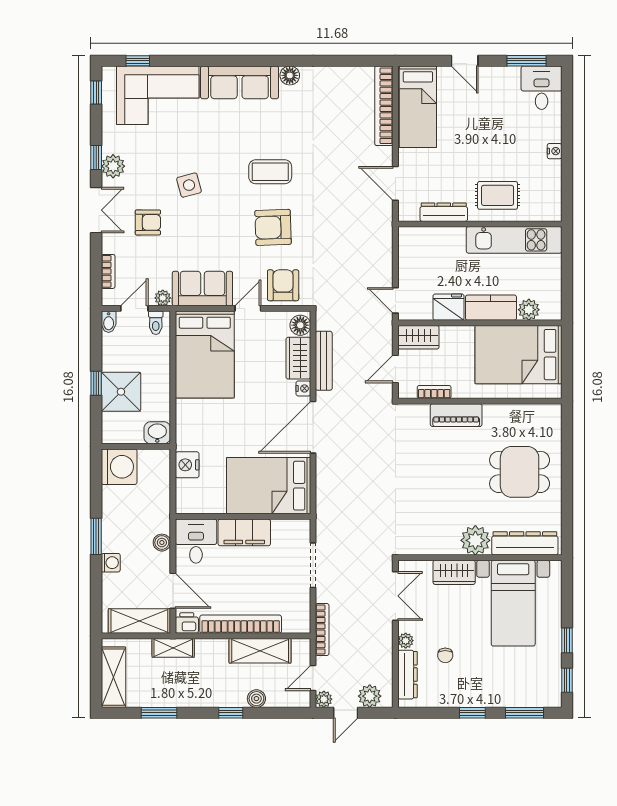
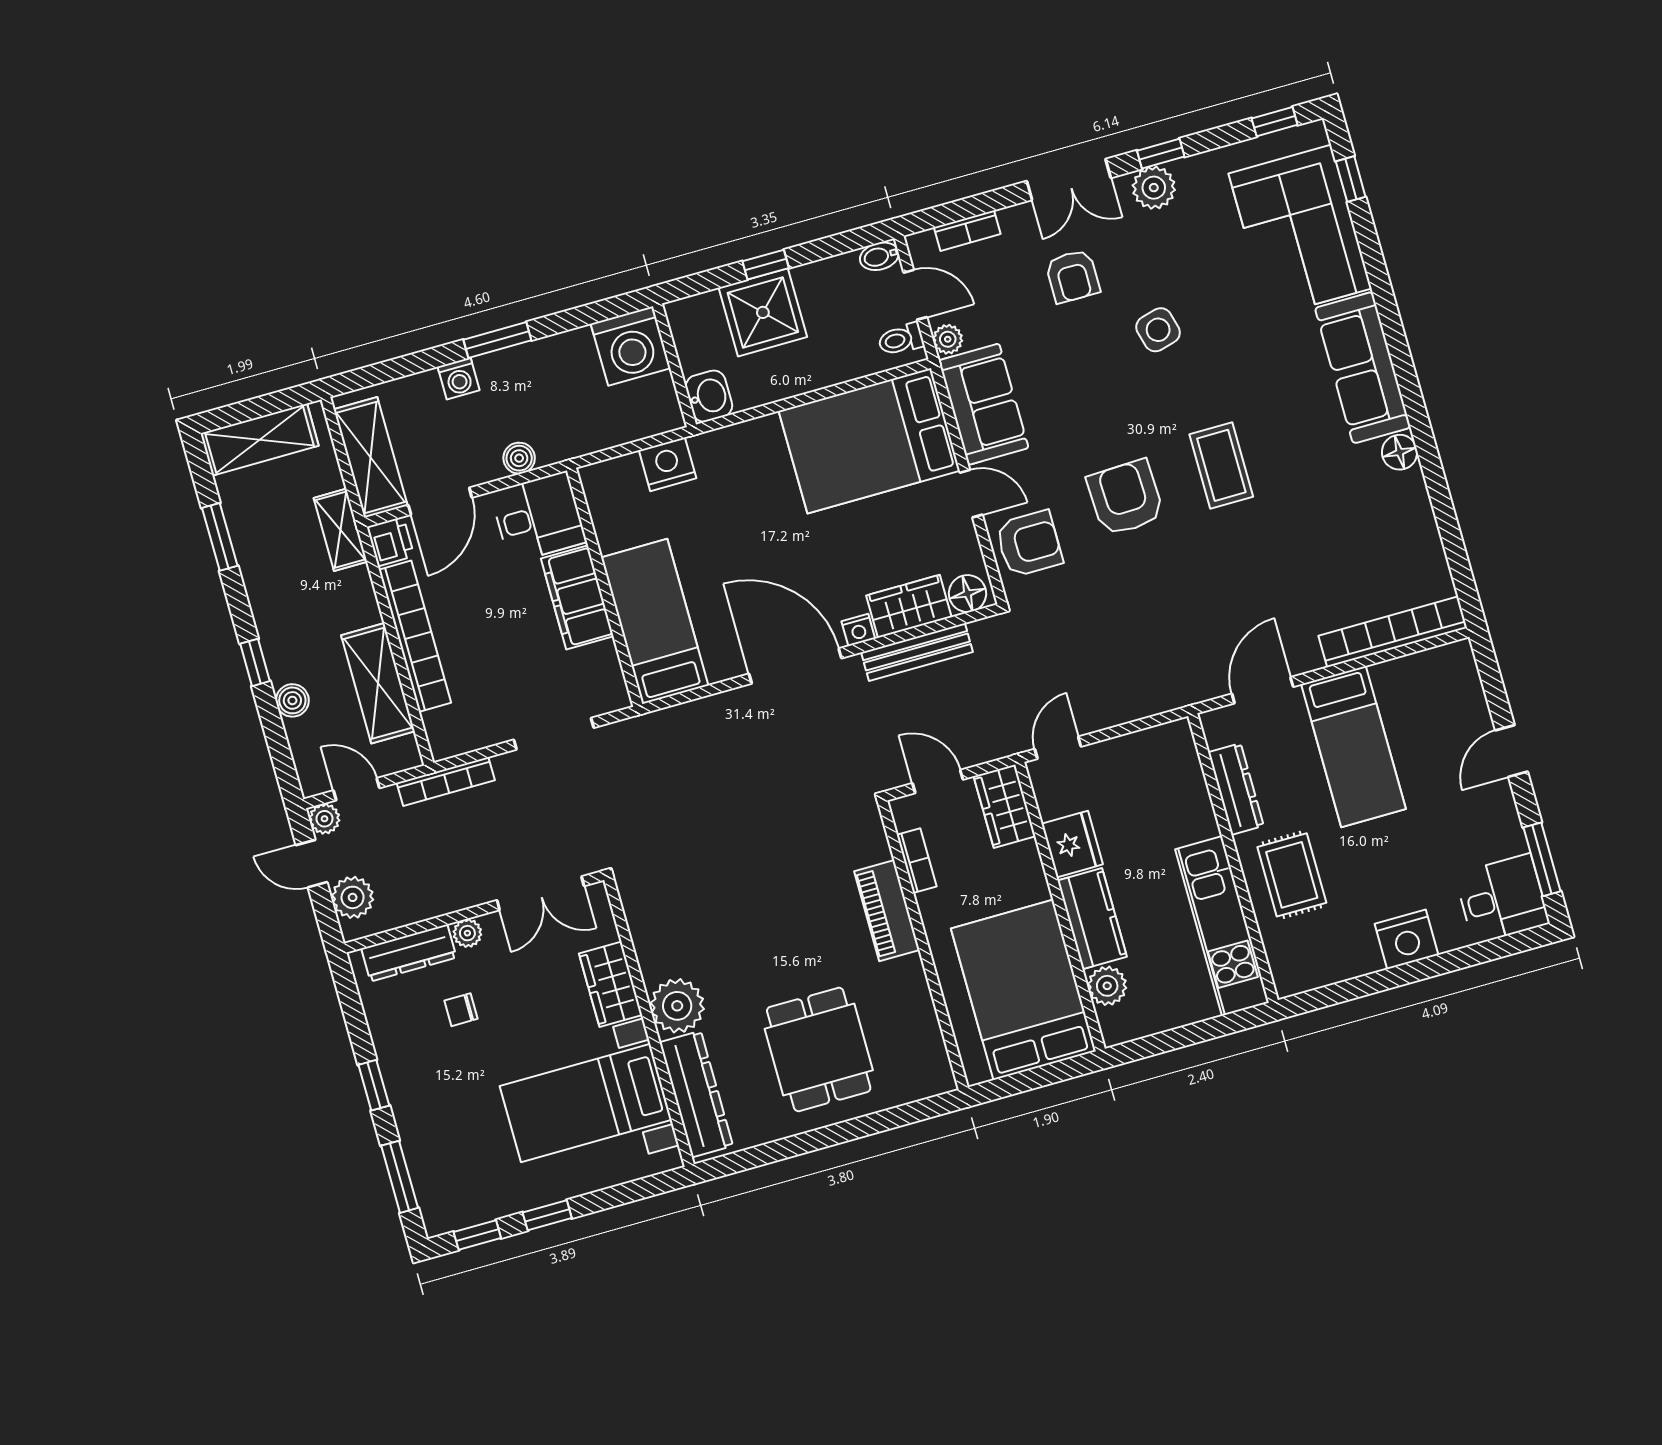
bed: (418, 107) -> (1354, 747), moved, turned -90
nightstand: (555, 151) -> (1407, 939), width x1.89, depth x1.79
bed: (269, 486) -> (655, 621), width x0.67

